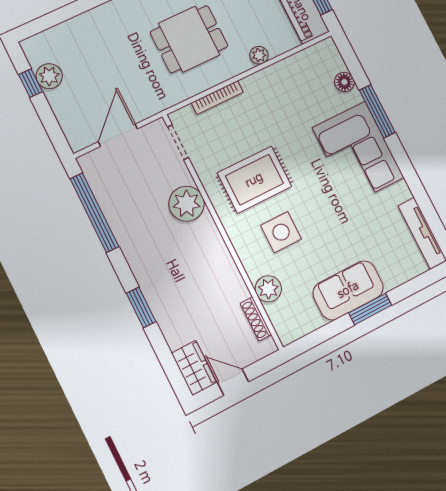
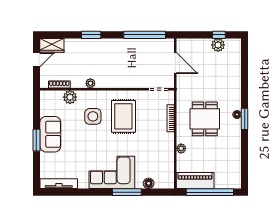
plant: (187, 204) -> (90, 83), moved, width x0.53, depth x0.53

